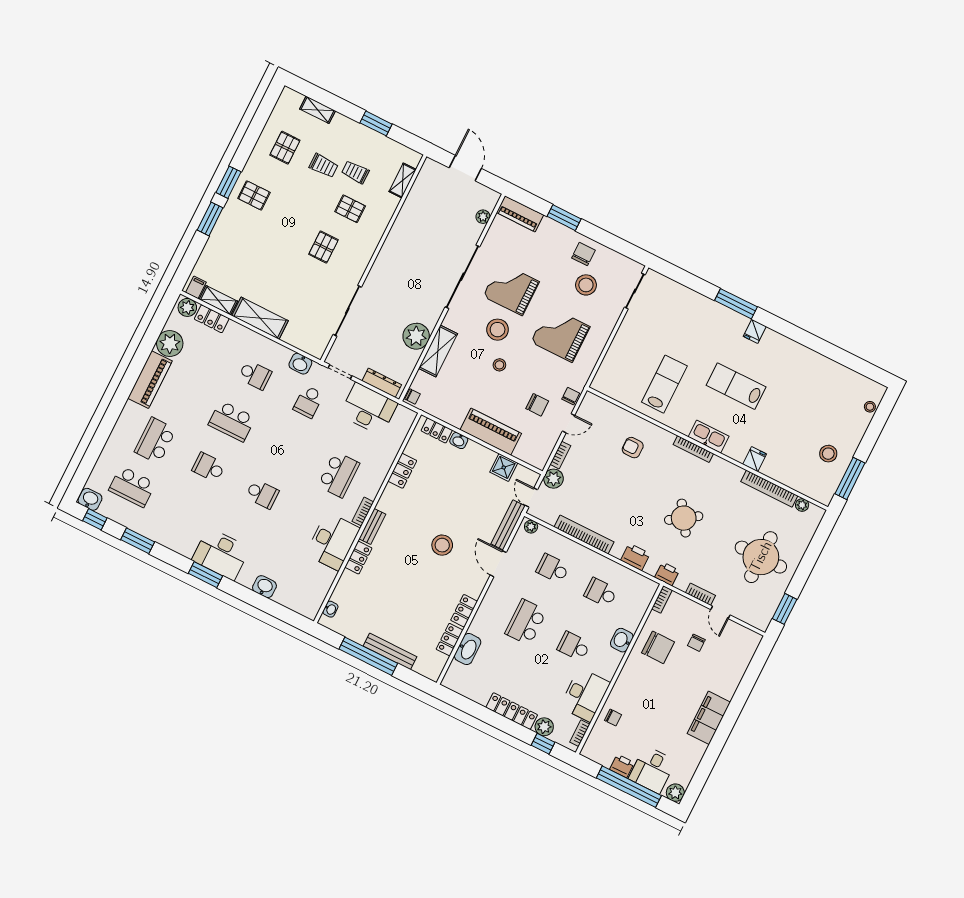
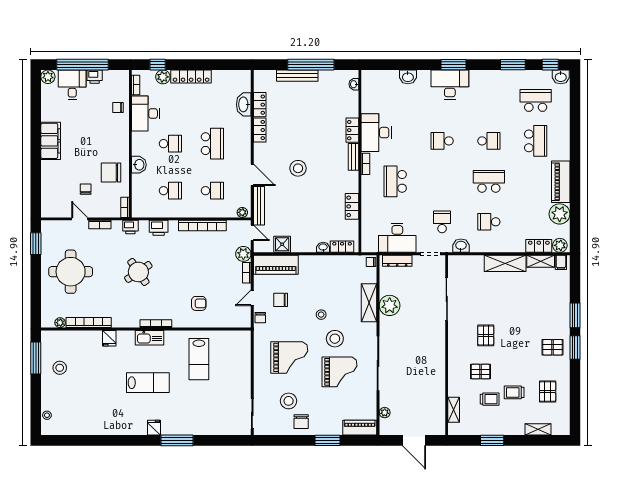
piano: (491, 432) -> (276, 265), moved

